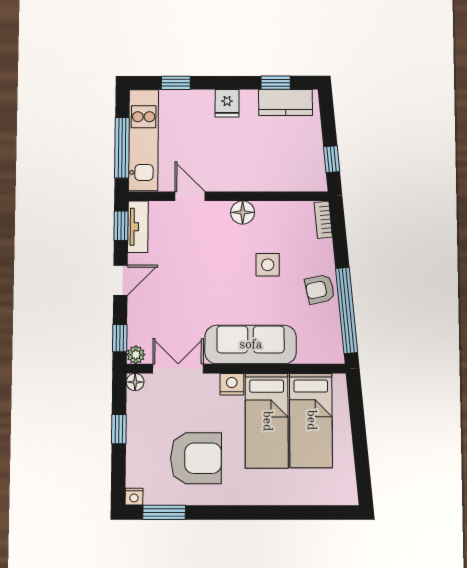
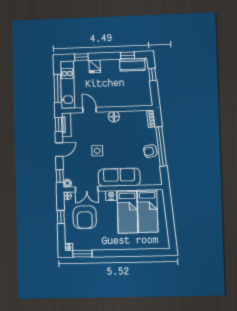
fridge: (227, 103) -> (95, 66), moved
window: (332, 159) -> (152, 75), moved
side table: (268, 265) -> (97, 151), moved
window: (347, 310) -> (161, 147), moved
double door: (178, 369) -> (87, 189), swing flipped
armchair: (196, 458) -> (85, 217), moved, turned 90

